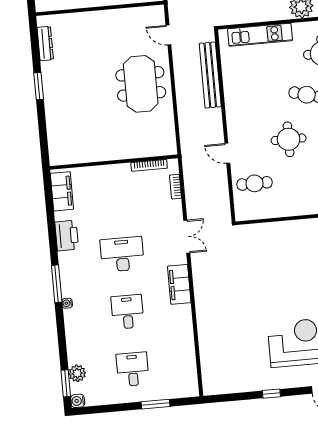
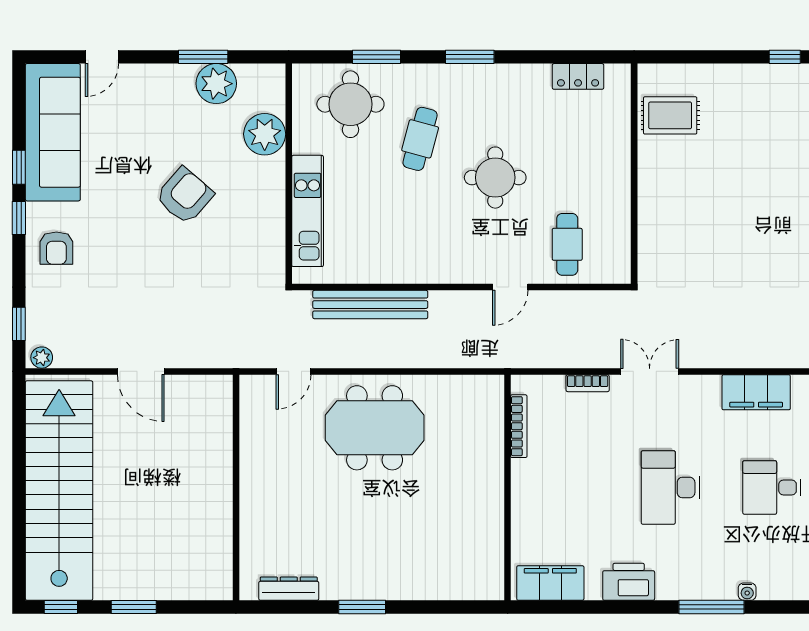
bookcase: (176, 187) -> (588, 383), moved
filing cabinet: (179, 284) -> (756, 392), moved

